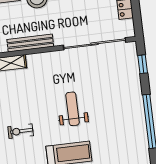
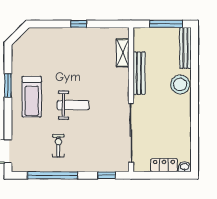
exercise bike: (21, 131) -> (58, 146), moved

